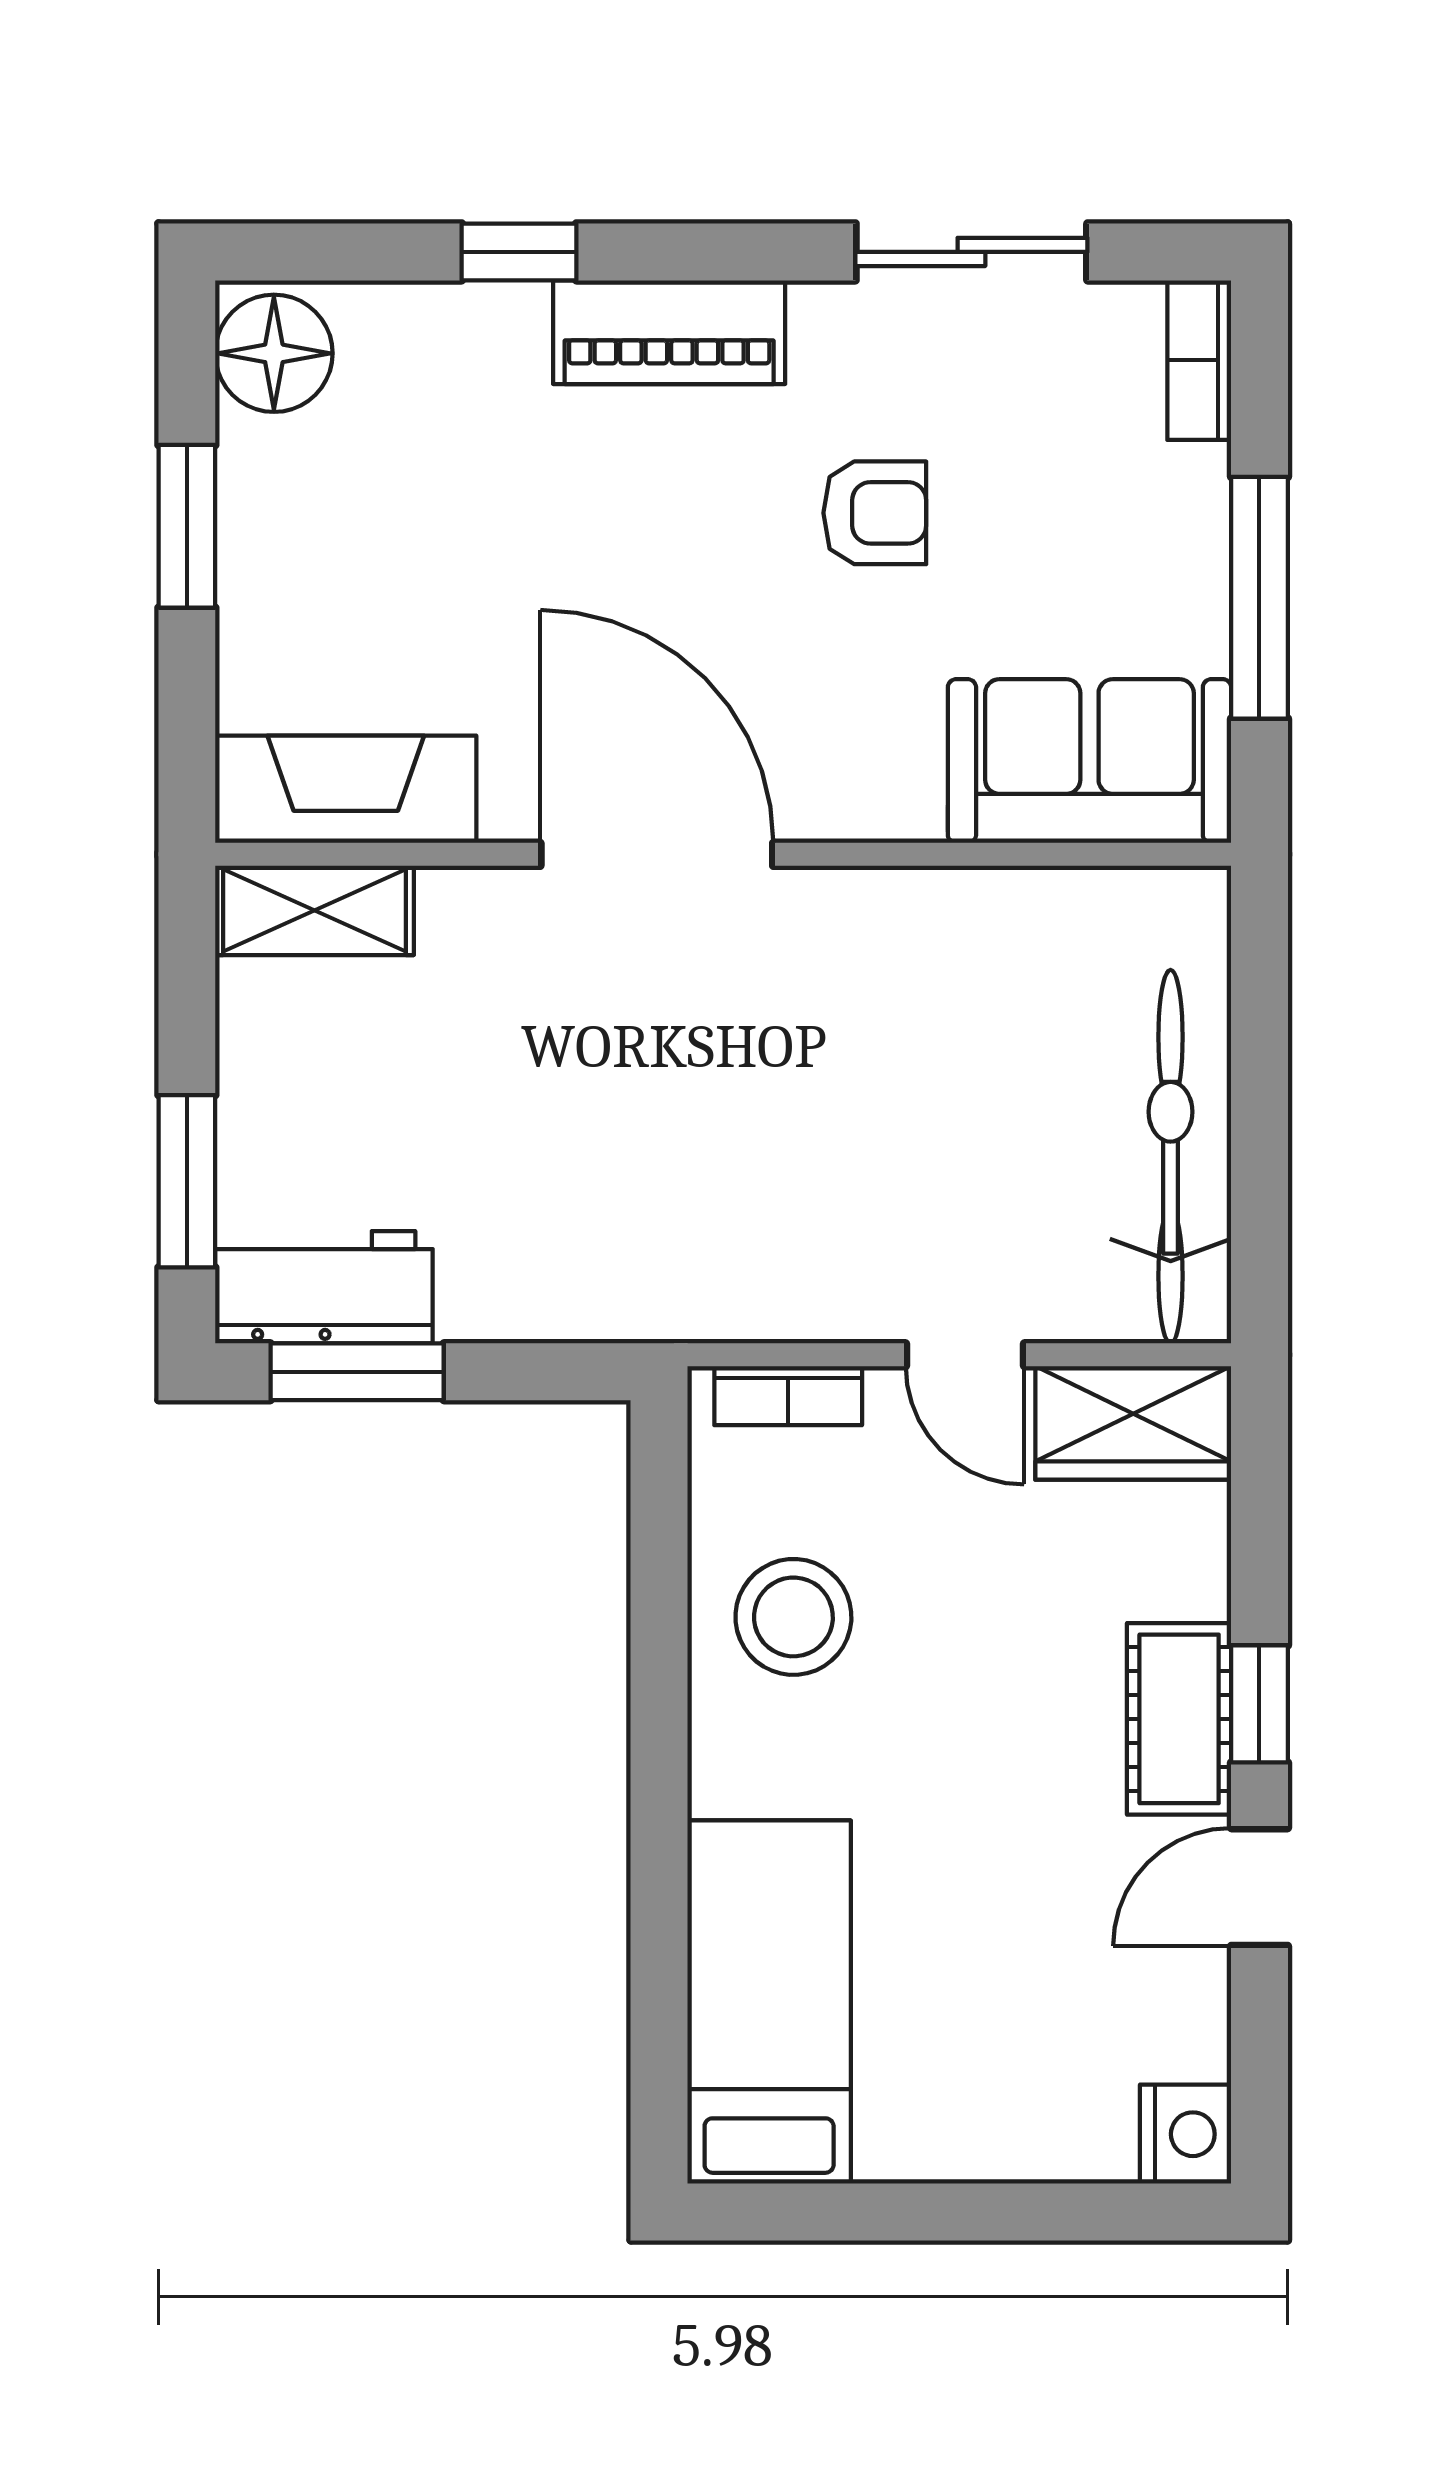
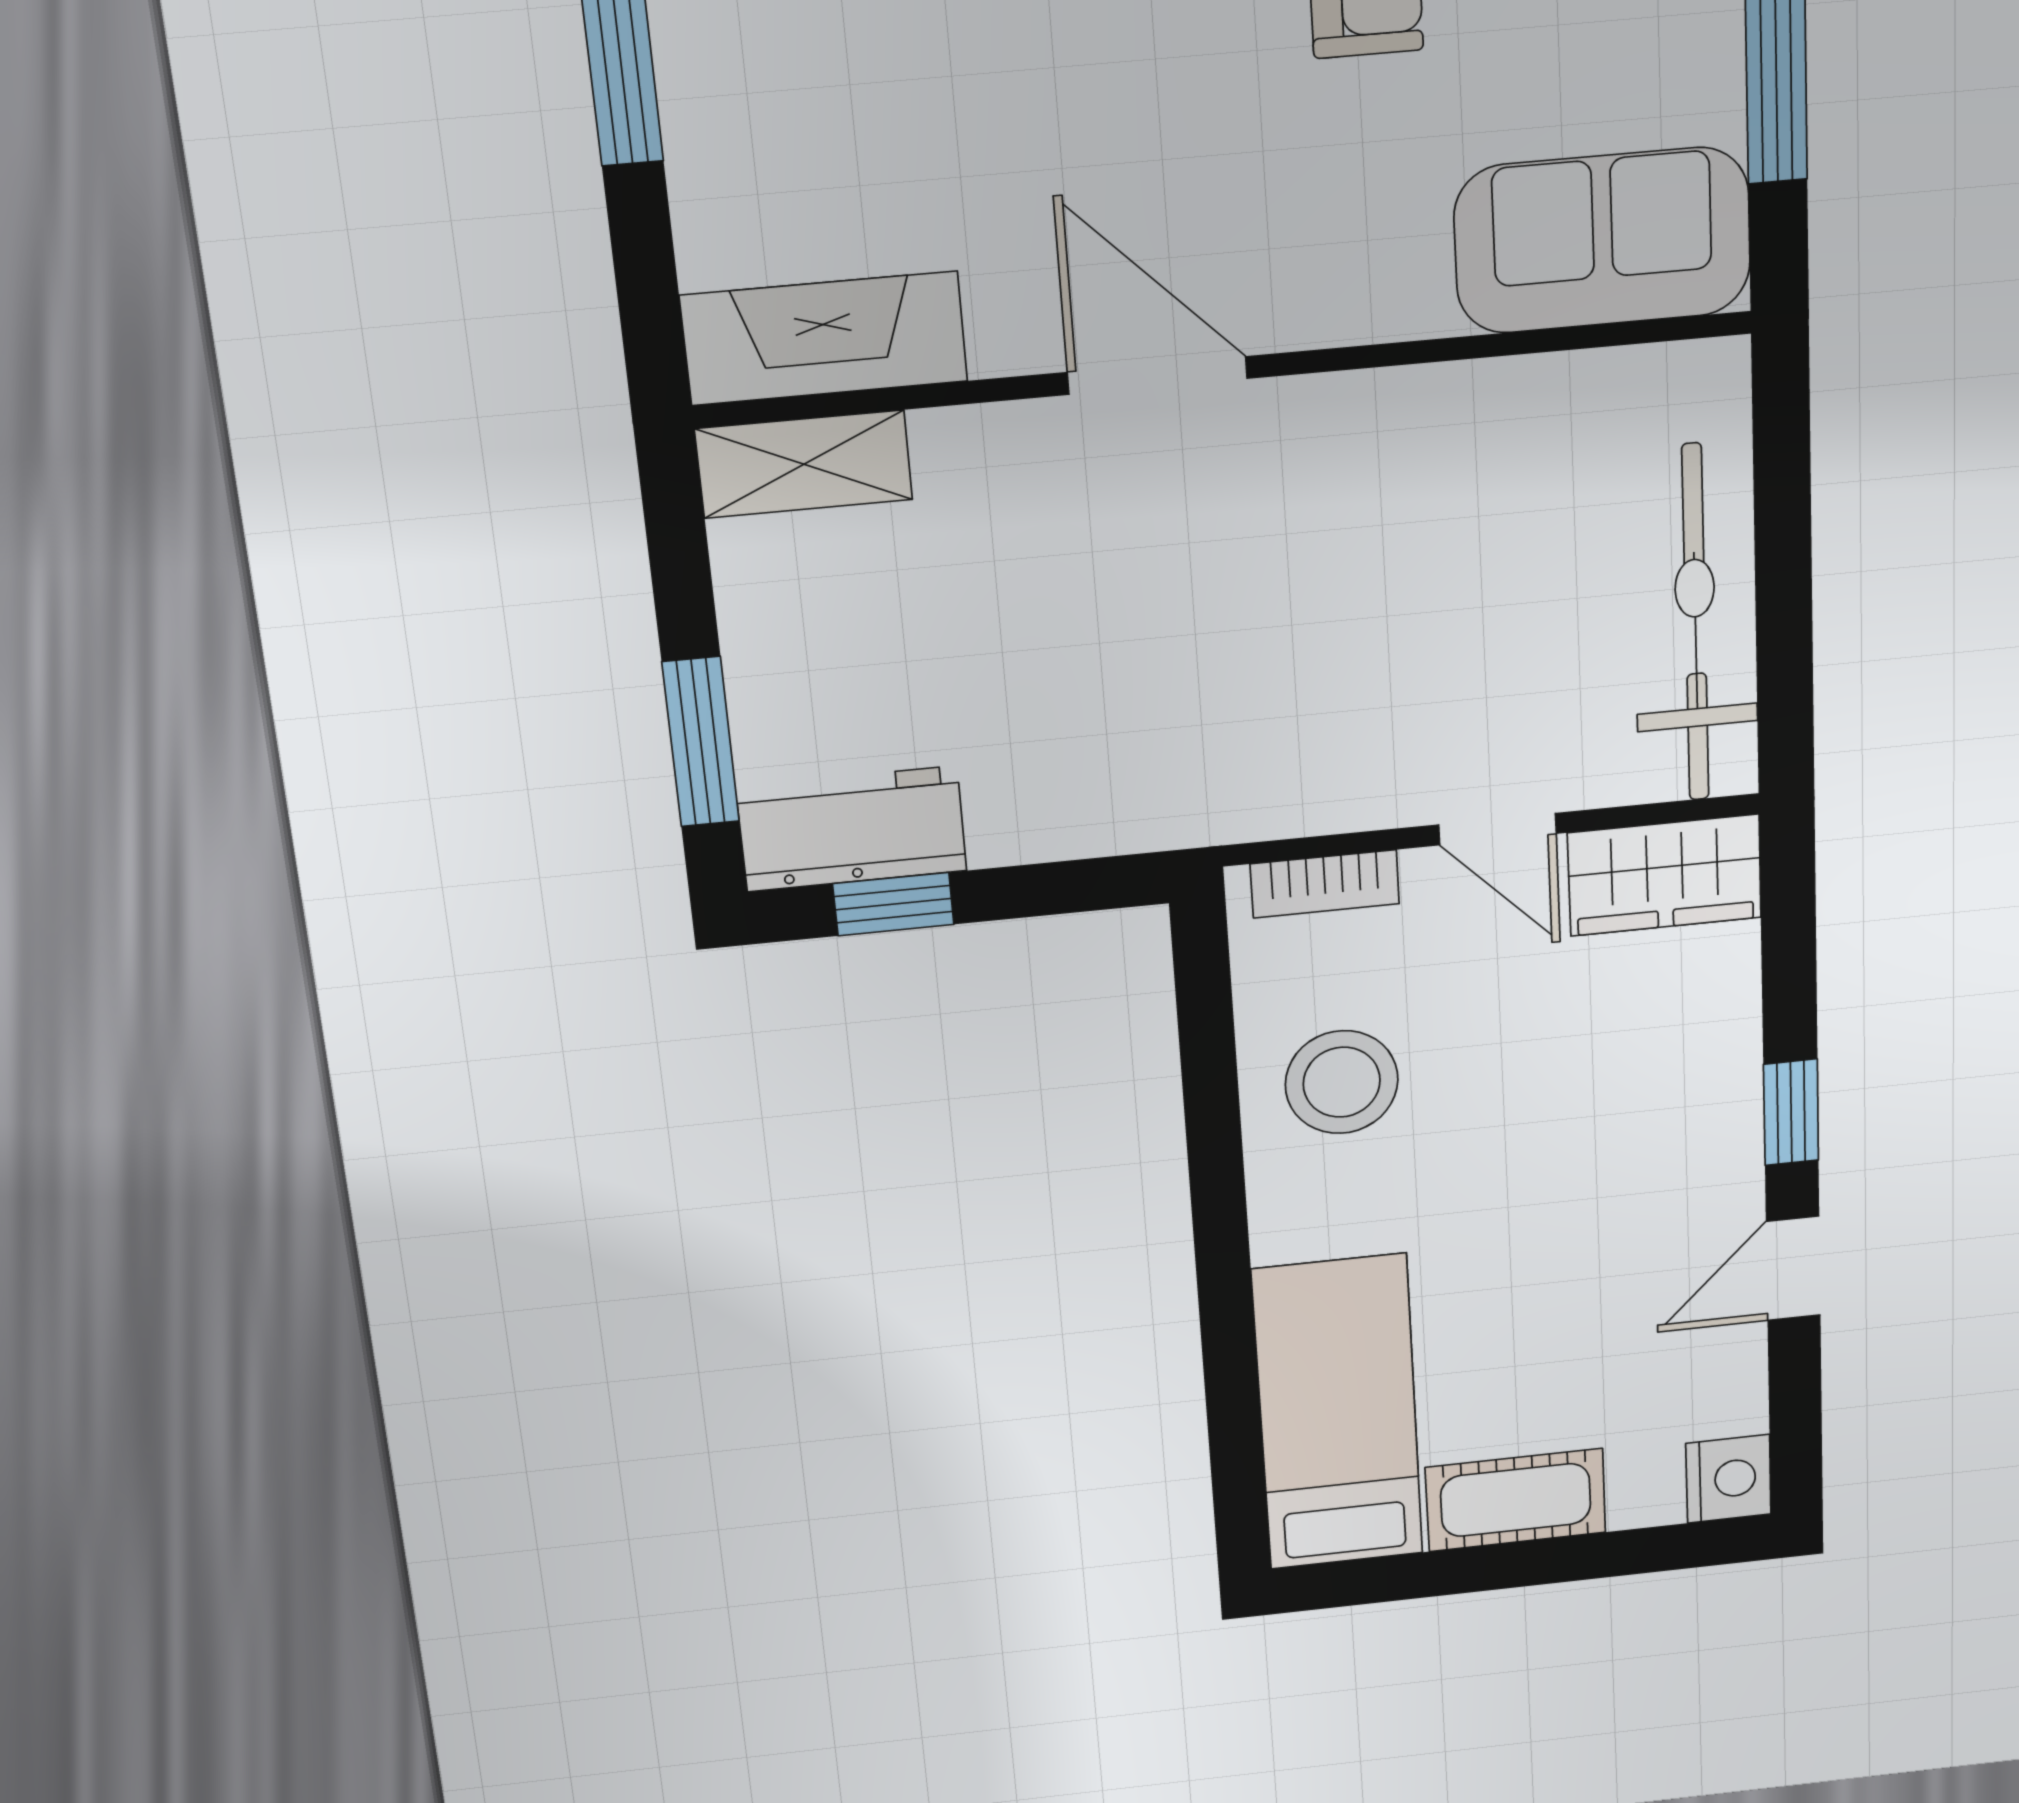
door: (657, 854) -> (1157, 375), width x0.73
window: (357, 1372) -> (893, 904), width x0.67
cot: (1179, 1719) -> (1516, 1500), moved, turned 90

